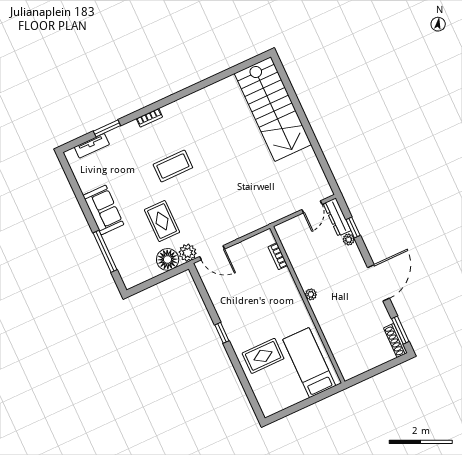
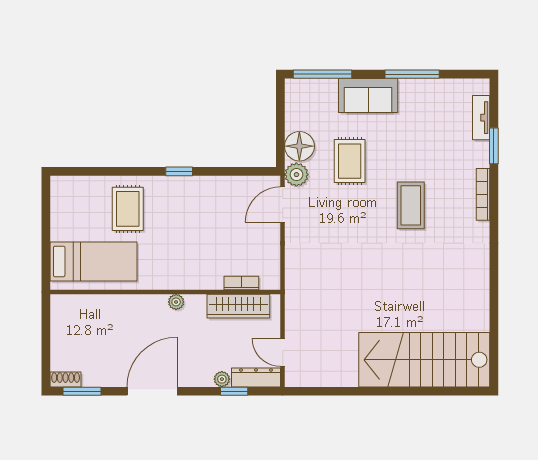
bookcase: (149, 118) -> (483, 194), width x1.56
window: (84, 206) -> (412, 74), added
sofa: (103, 210) -> (368, 96), moved
rug: (162, 221) -> (350, 161), turned 90
window: (105, 251) -> (322, 74), moved
wardrobe: (294, 251) -> (238, 306), added
door: (379, 283) -> (152, 391), swing flipped
shoe rack: (395, 340) -> (66, 380), width x0.70

